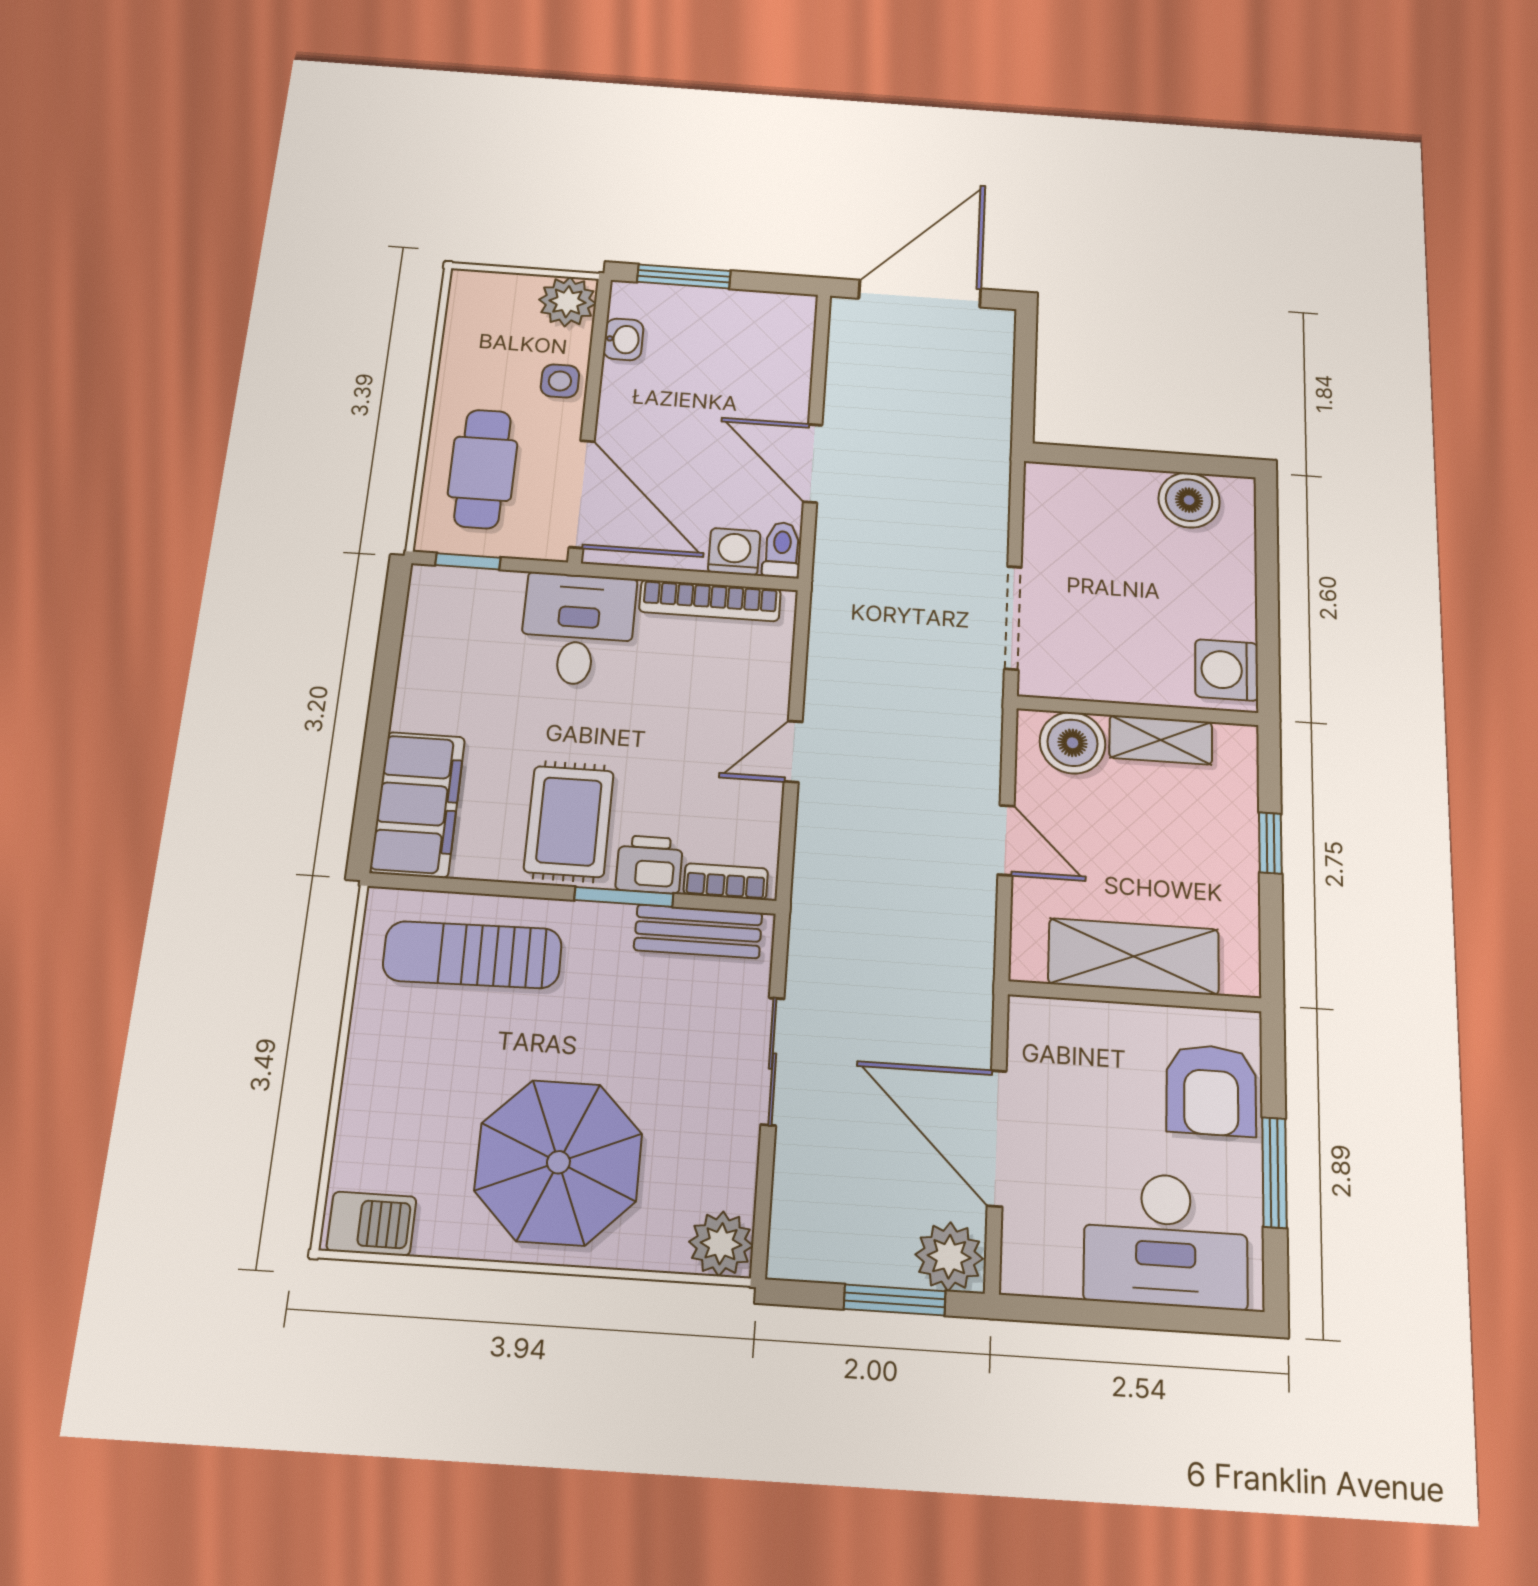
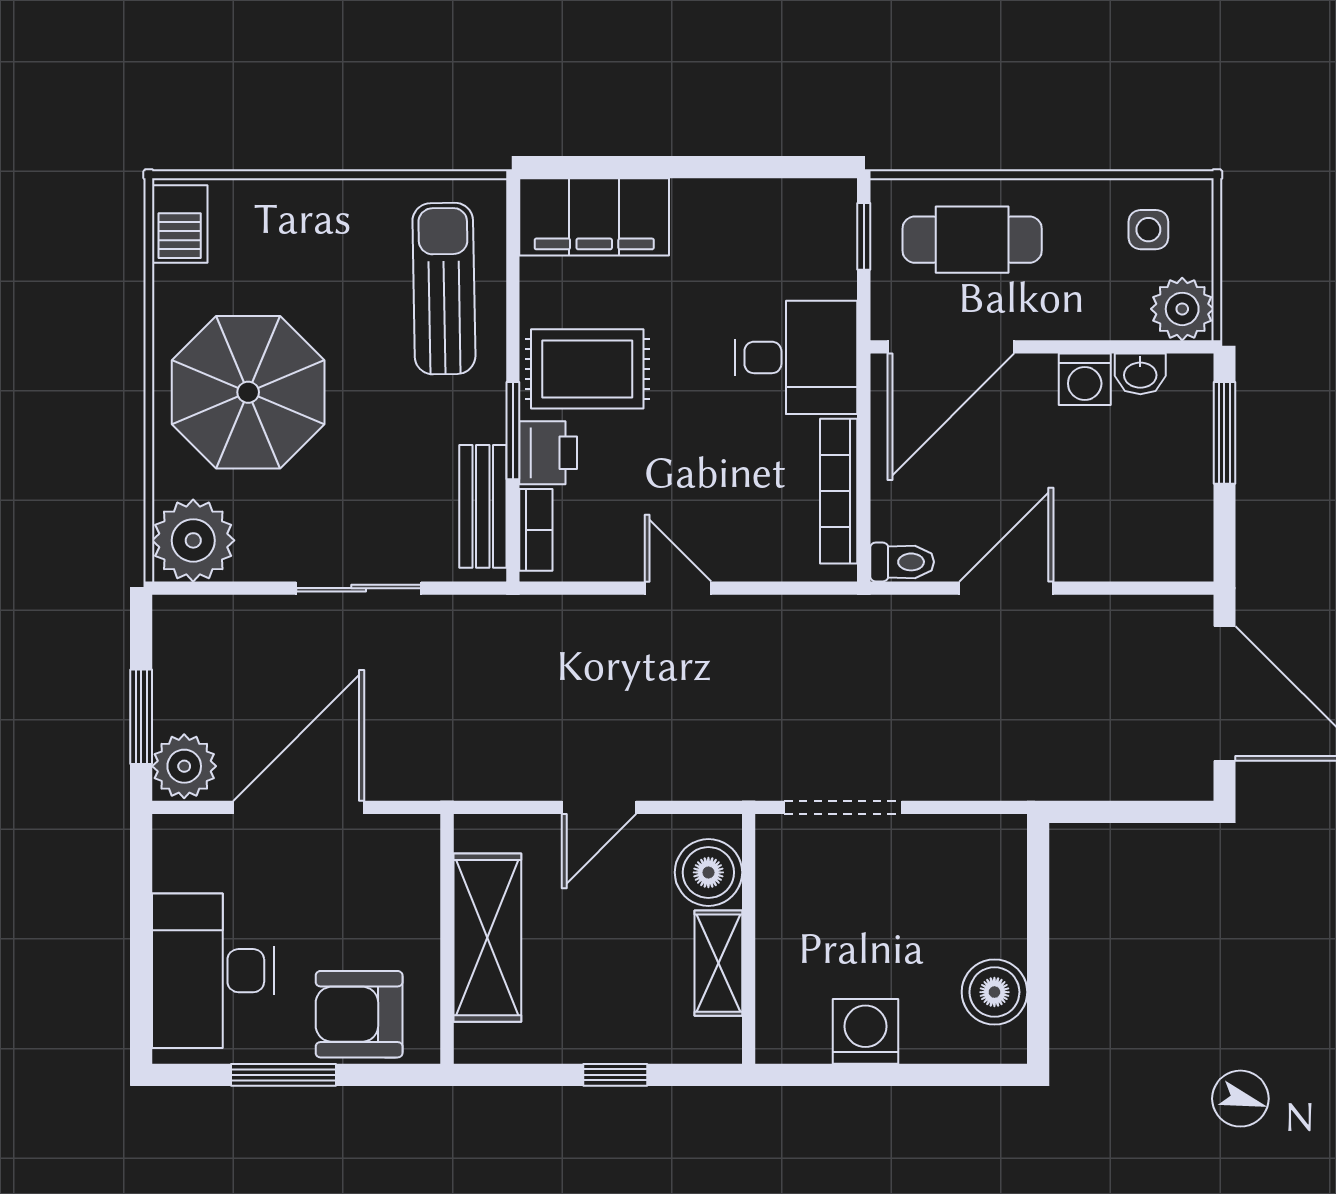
side table: (560, 381) -> (1148, 230), moved
washing machine: (734, 552) -> (1085, 379), moved, turned 90
washing machine: (1227, 670) -> (865, 1031), moved
plant: (721, 1244) -> (193, 540), width x1.36, depth x1.36

